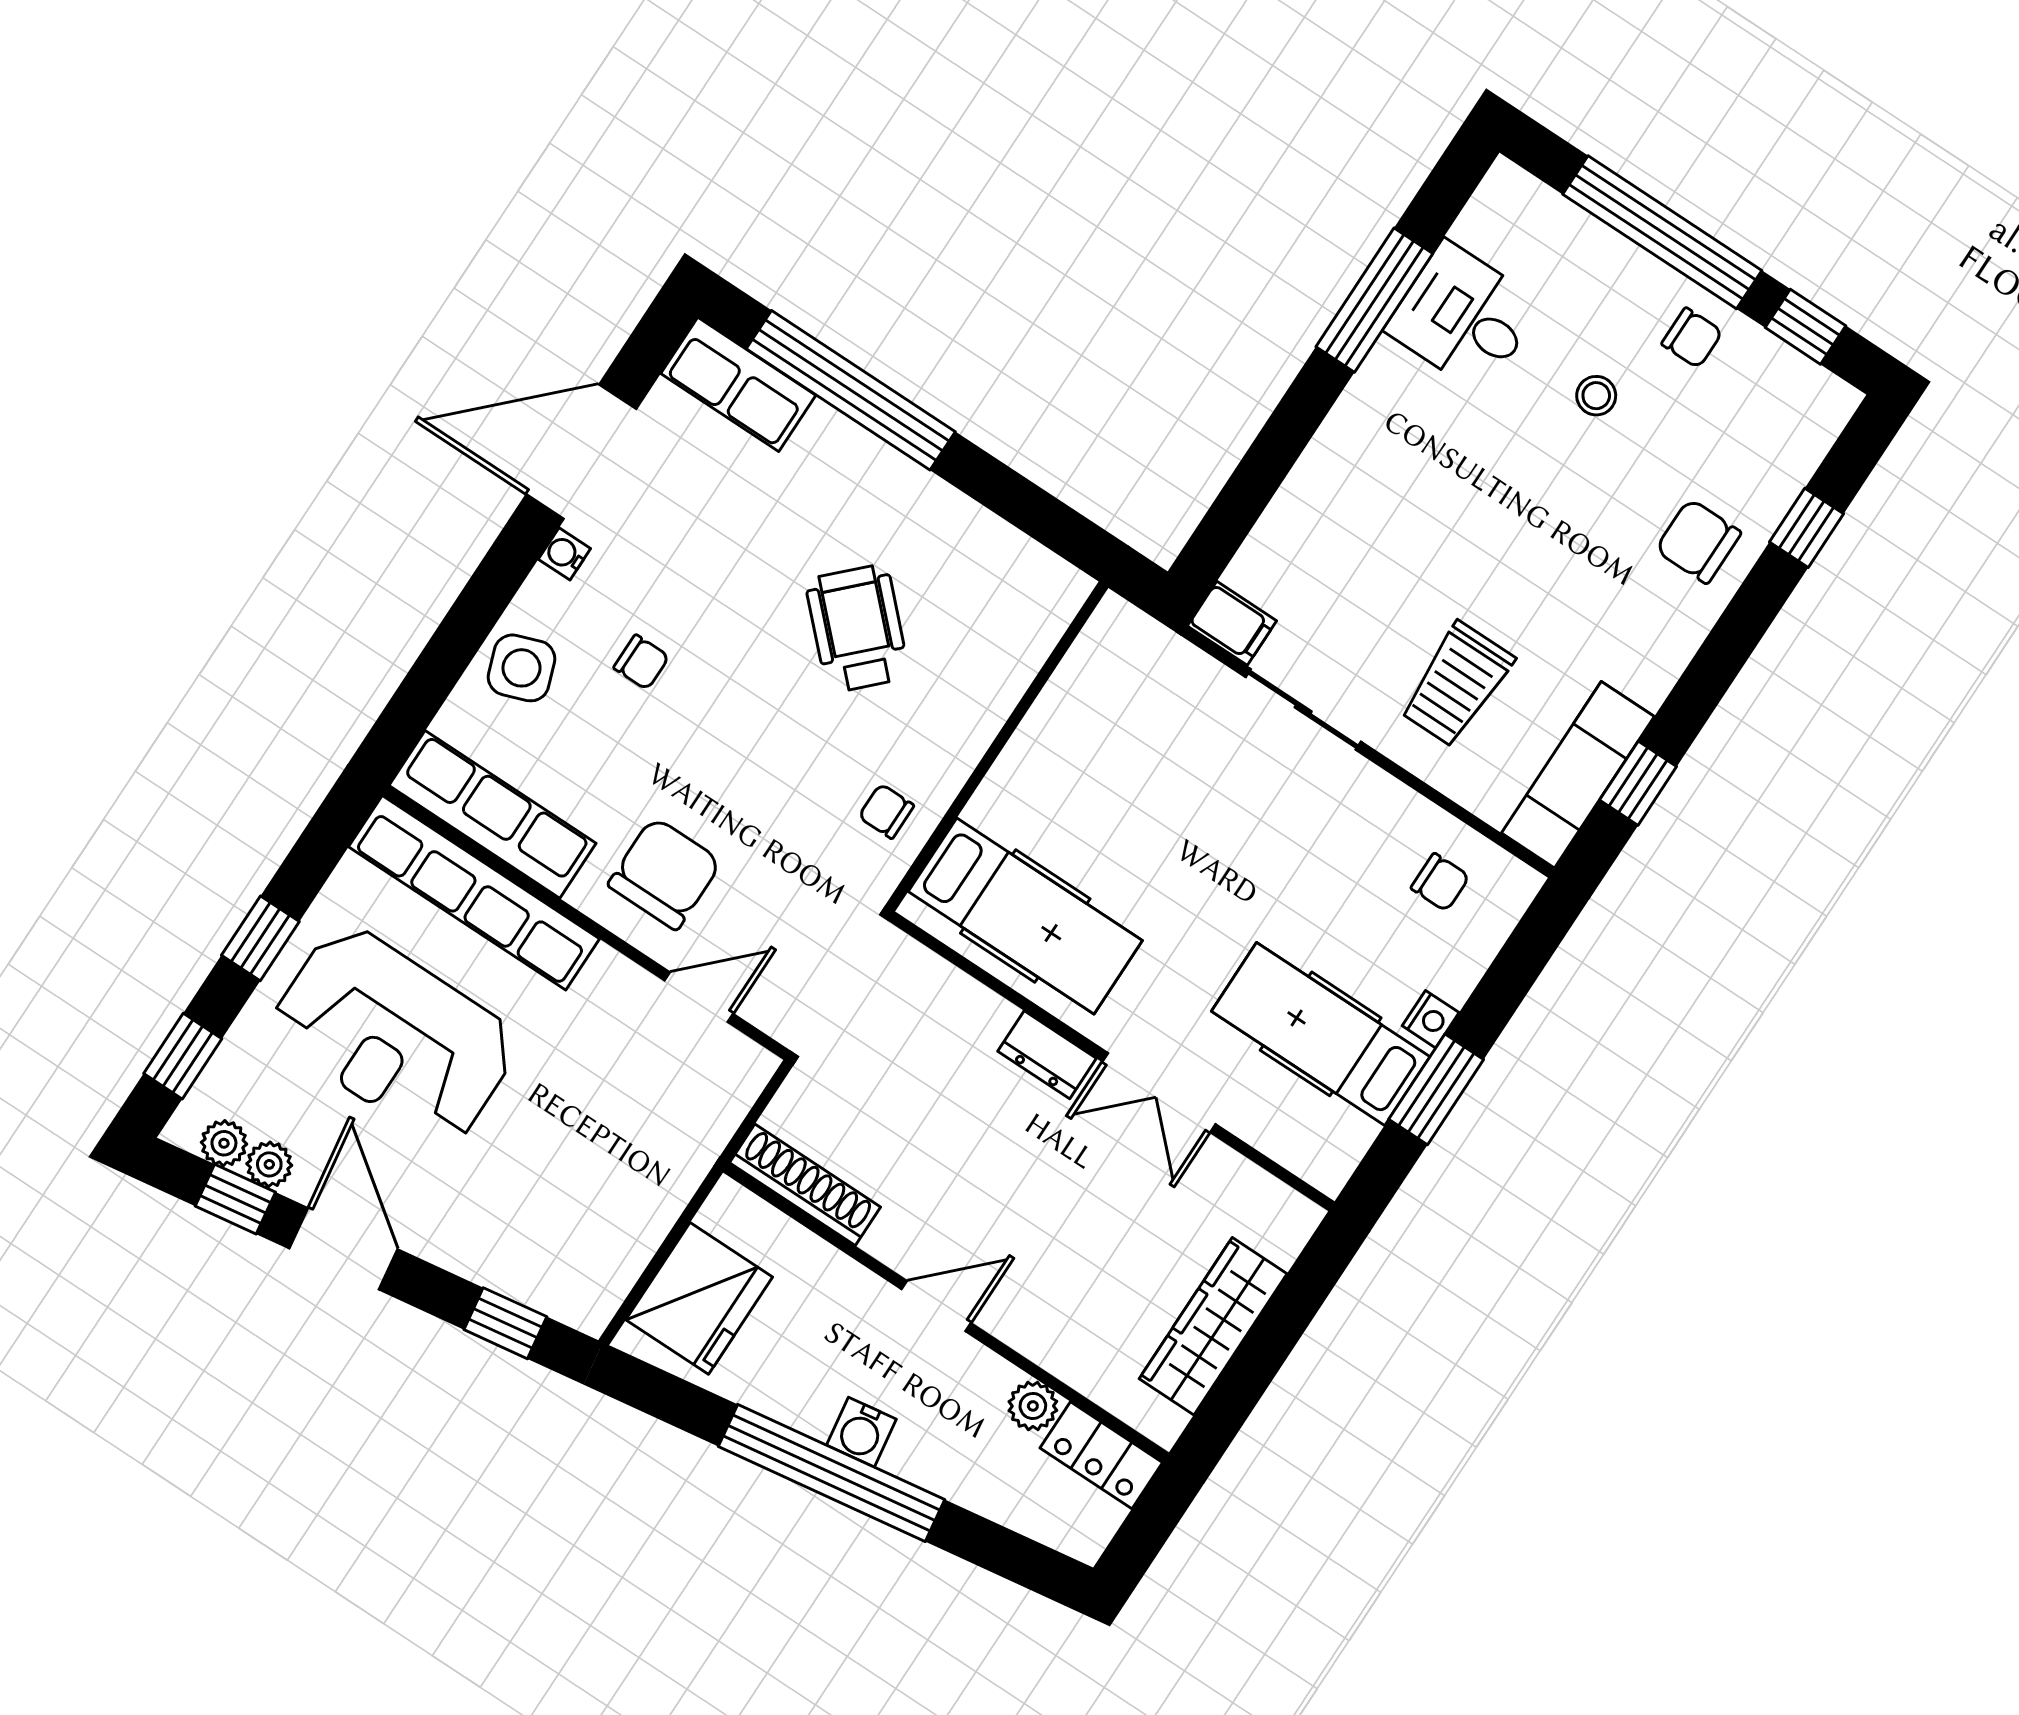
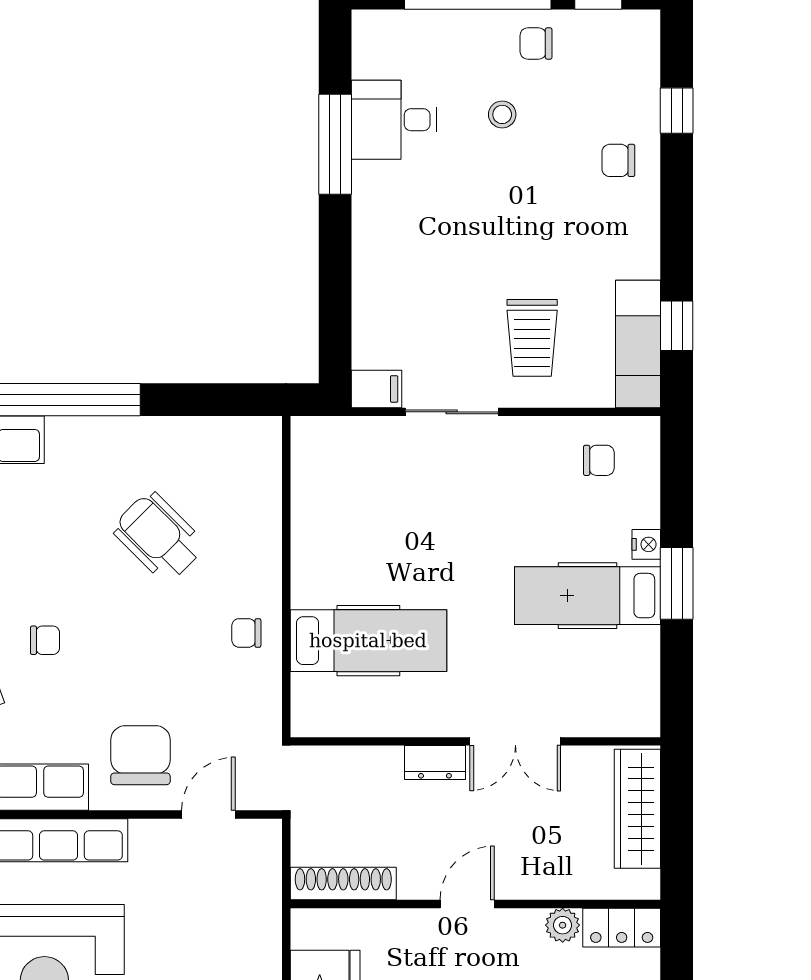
chair: (1692, 338) -> (536, 44), turned 180
chair: (1698, 541) -> (618, 160), width x0.73, depth x0.73
dresser: (1047, 1055) -> (435, 762), moved
wall: (1112, 1061) -> (475, 741), moved
double door: (1159, 1093) -> (515, 741), moved

